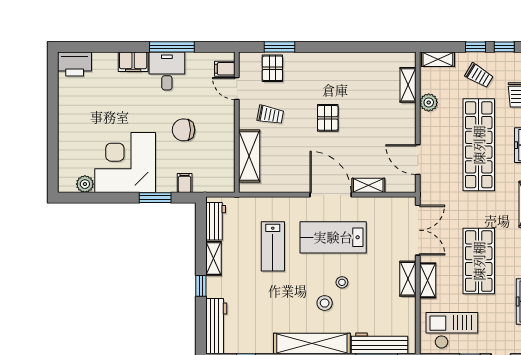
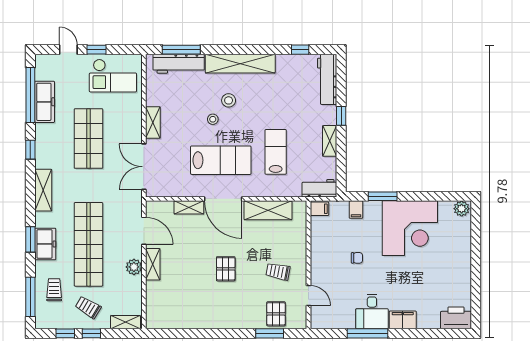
filing cabinet: (225, 69) -> (319, 209), moved
shelving: (408, 85) -> (153, 264), moved
plant: (429, 102) -> (134, 267), moved
chair: (184, 130) -> (357, 258), width x0.54, depth x0.54
shelving: (249, 156) -> (268, 210), moved, turned 90
plant: (85, 184) -> (462, 209), moved
workbench: (216, 221) -> (319, 188), moved, turned 90
shelving: (428, 280) -> (135, 121), removed

